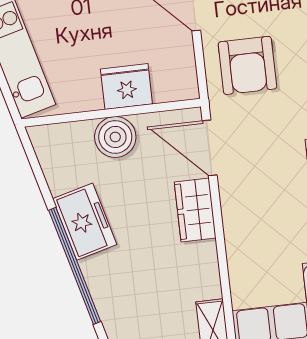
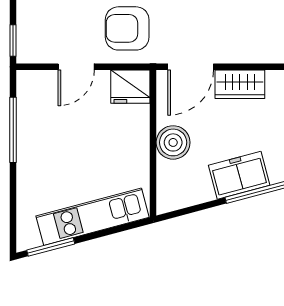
armchair: (247, 65) -> (127, 28), turned 180
fridge: (126, 87) -> (130, 87), moved, turned -90

